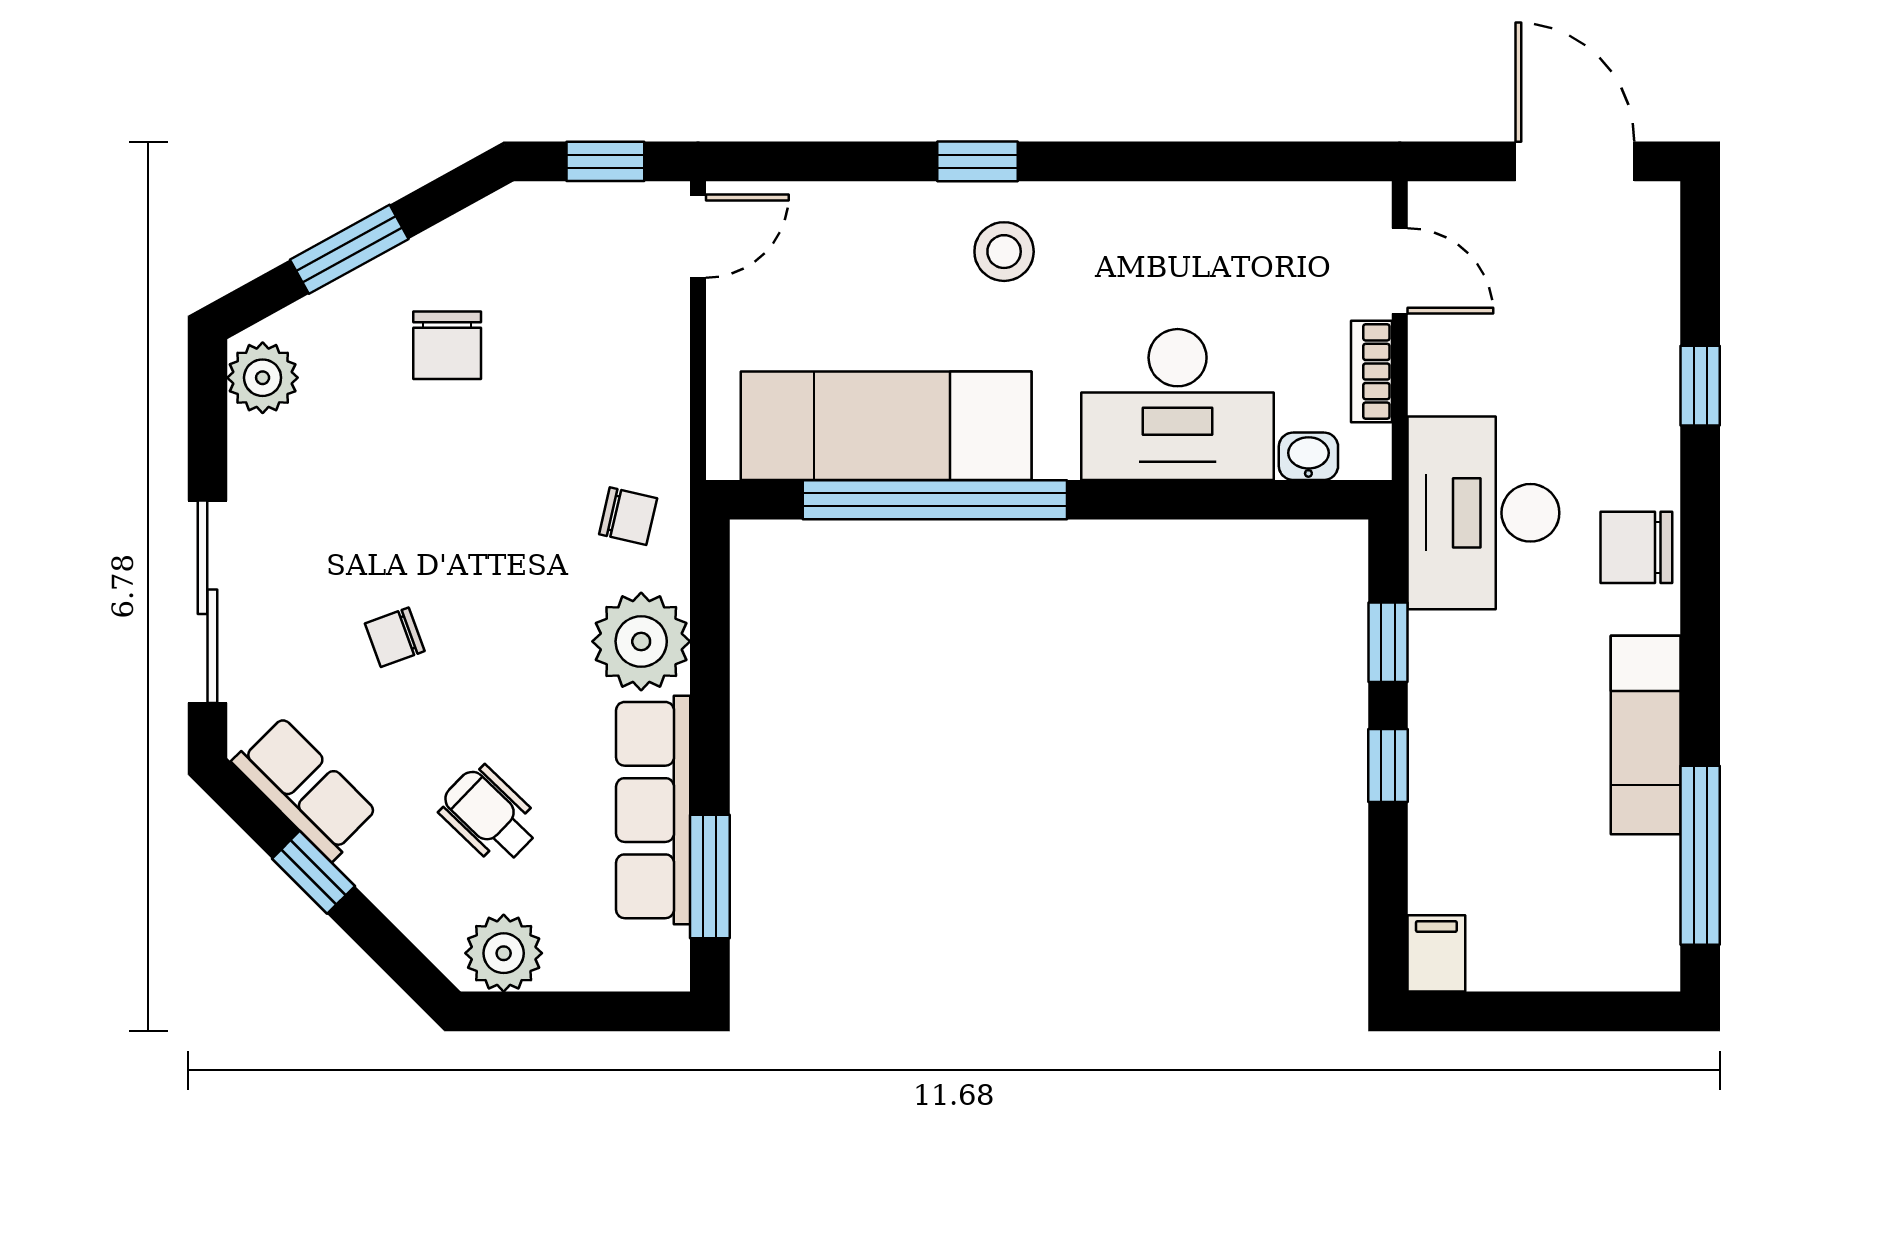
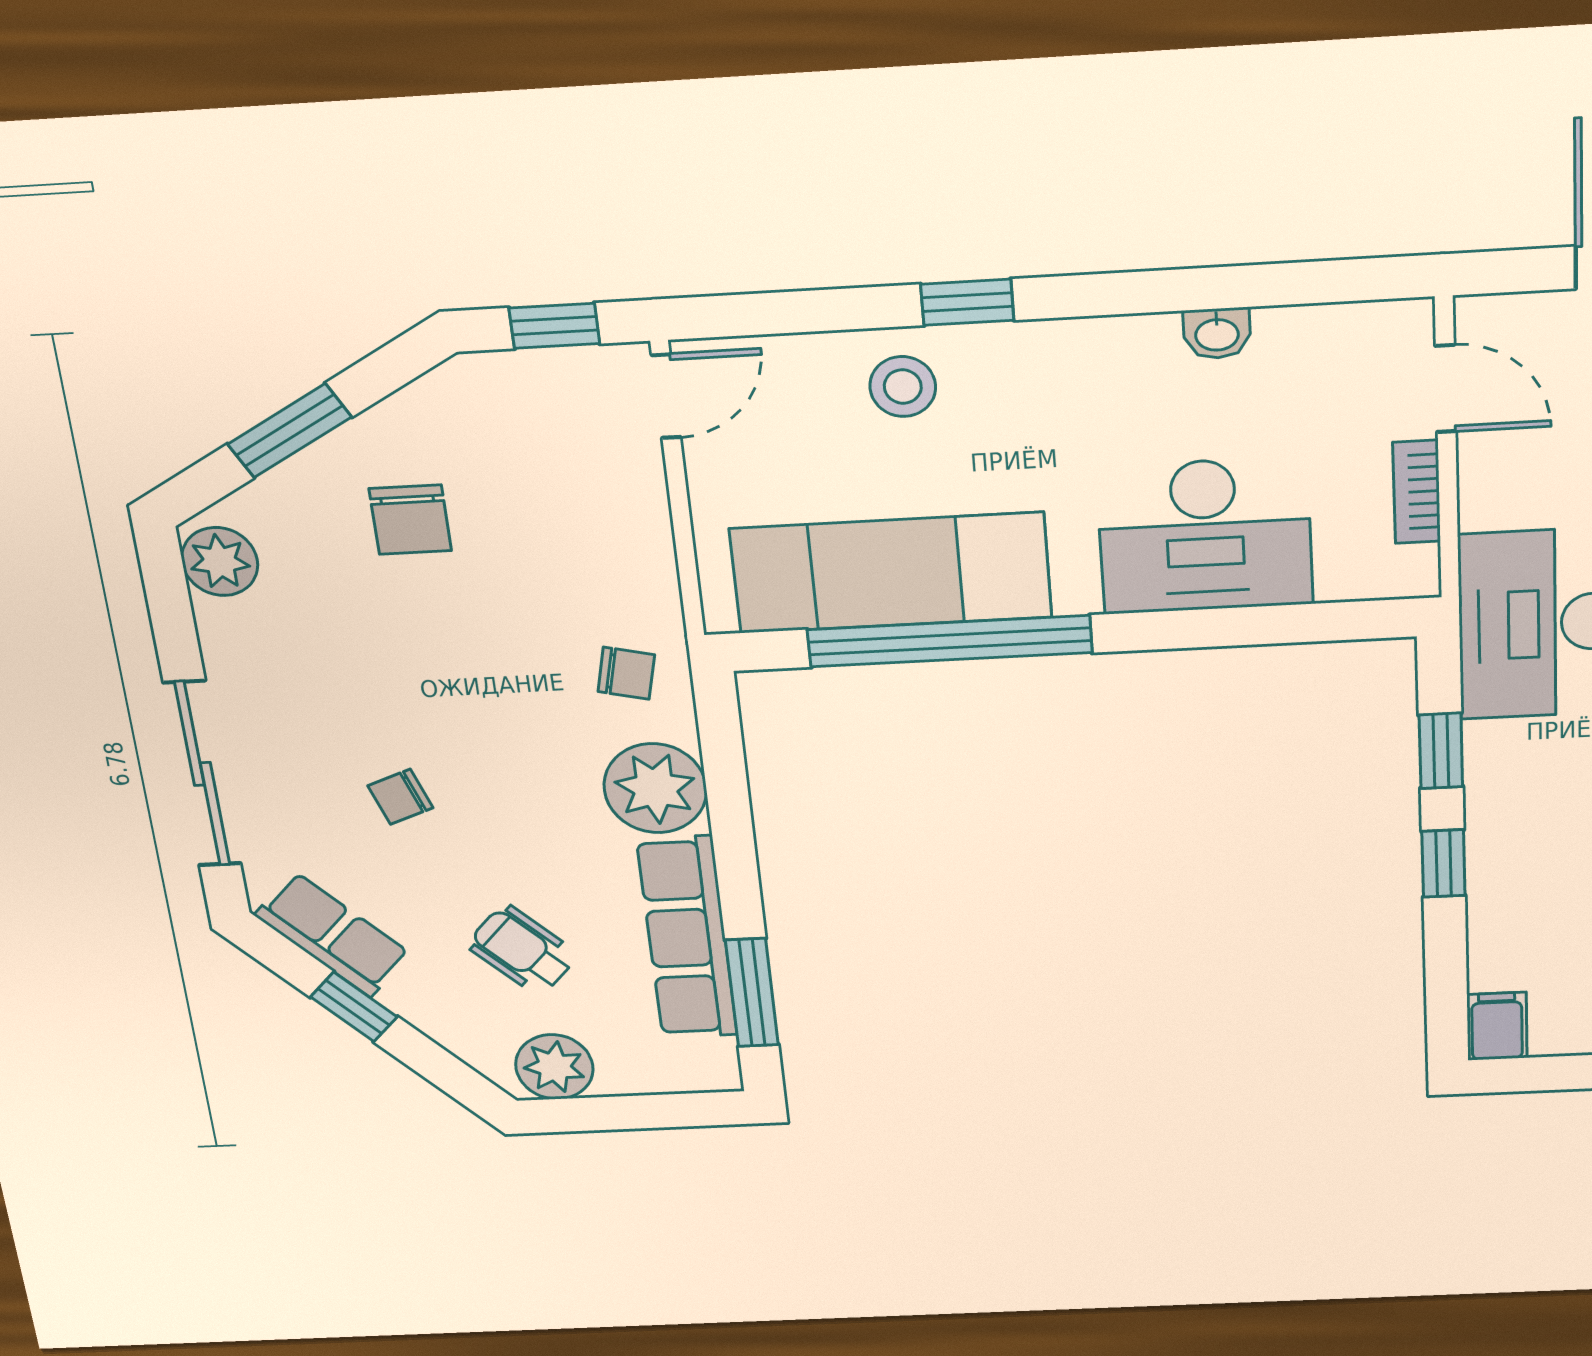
stool: (1004, 252) -> (903, 387), moved
washbasin: (1308, 456) -> (1217, 333), moved, turned 180

